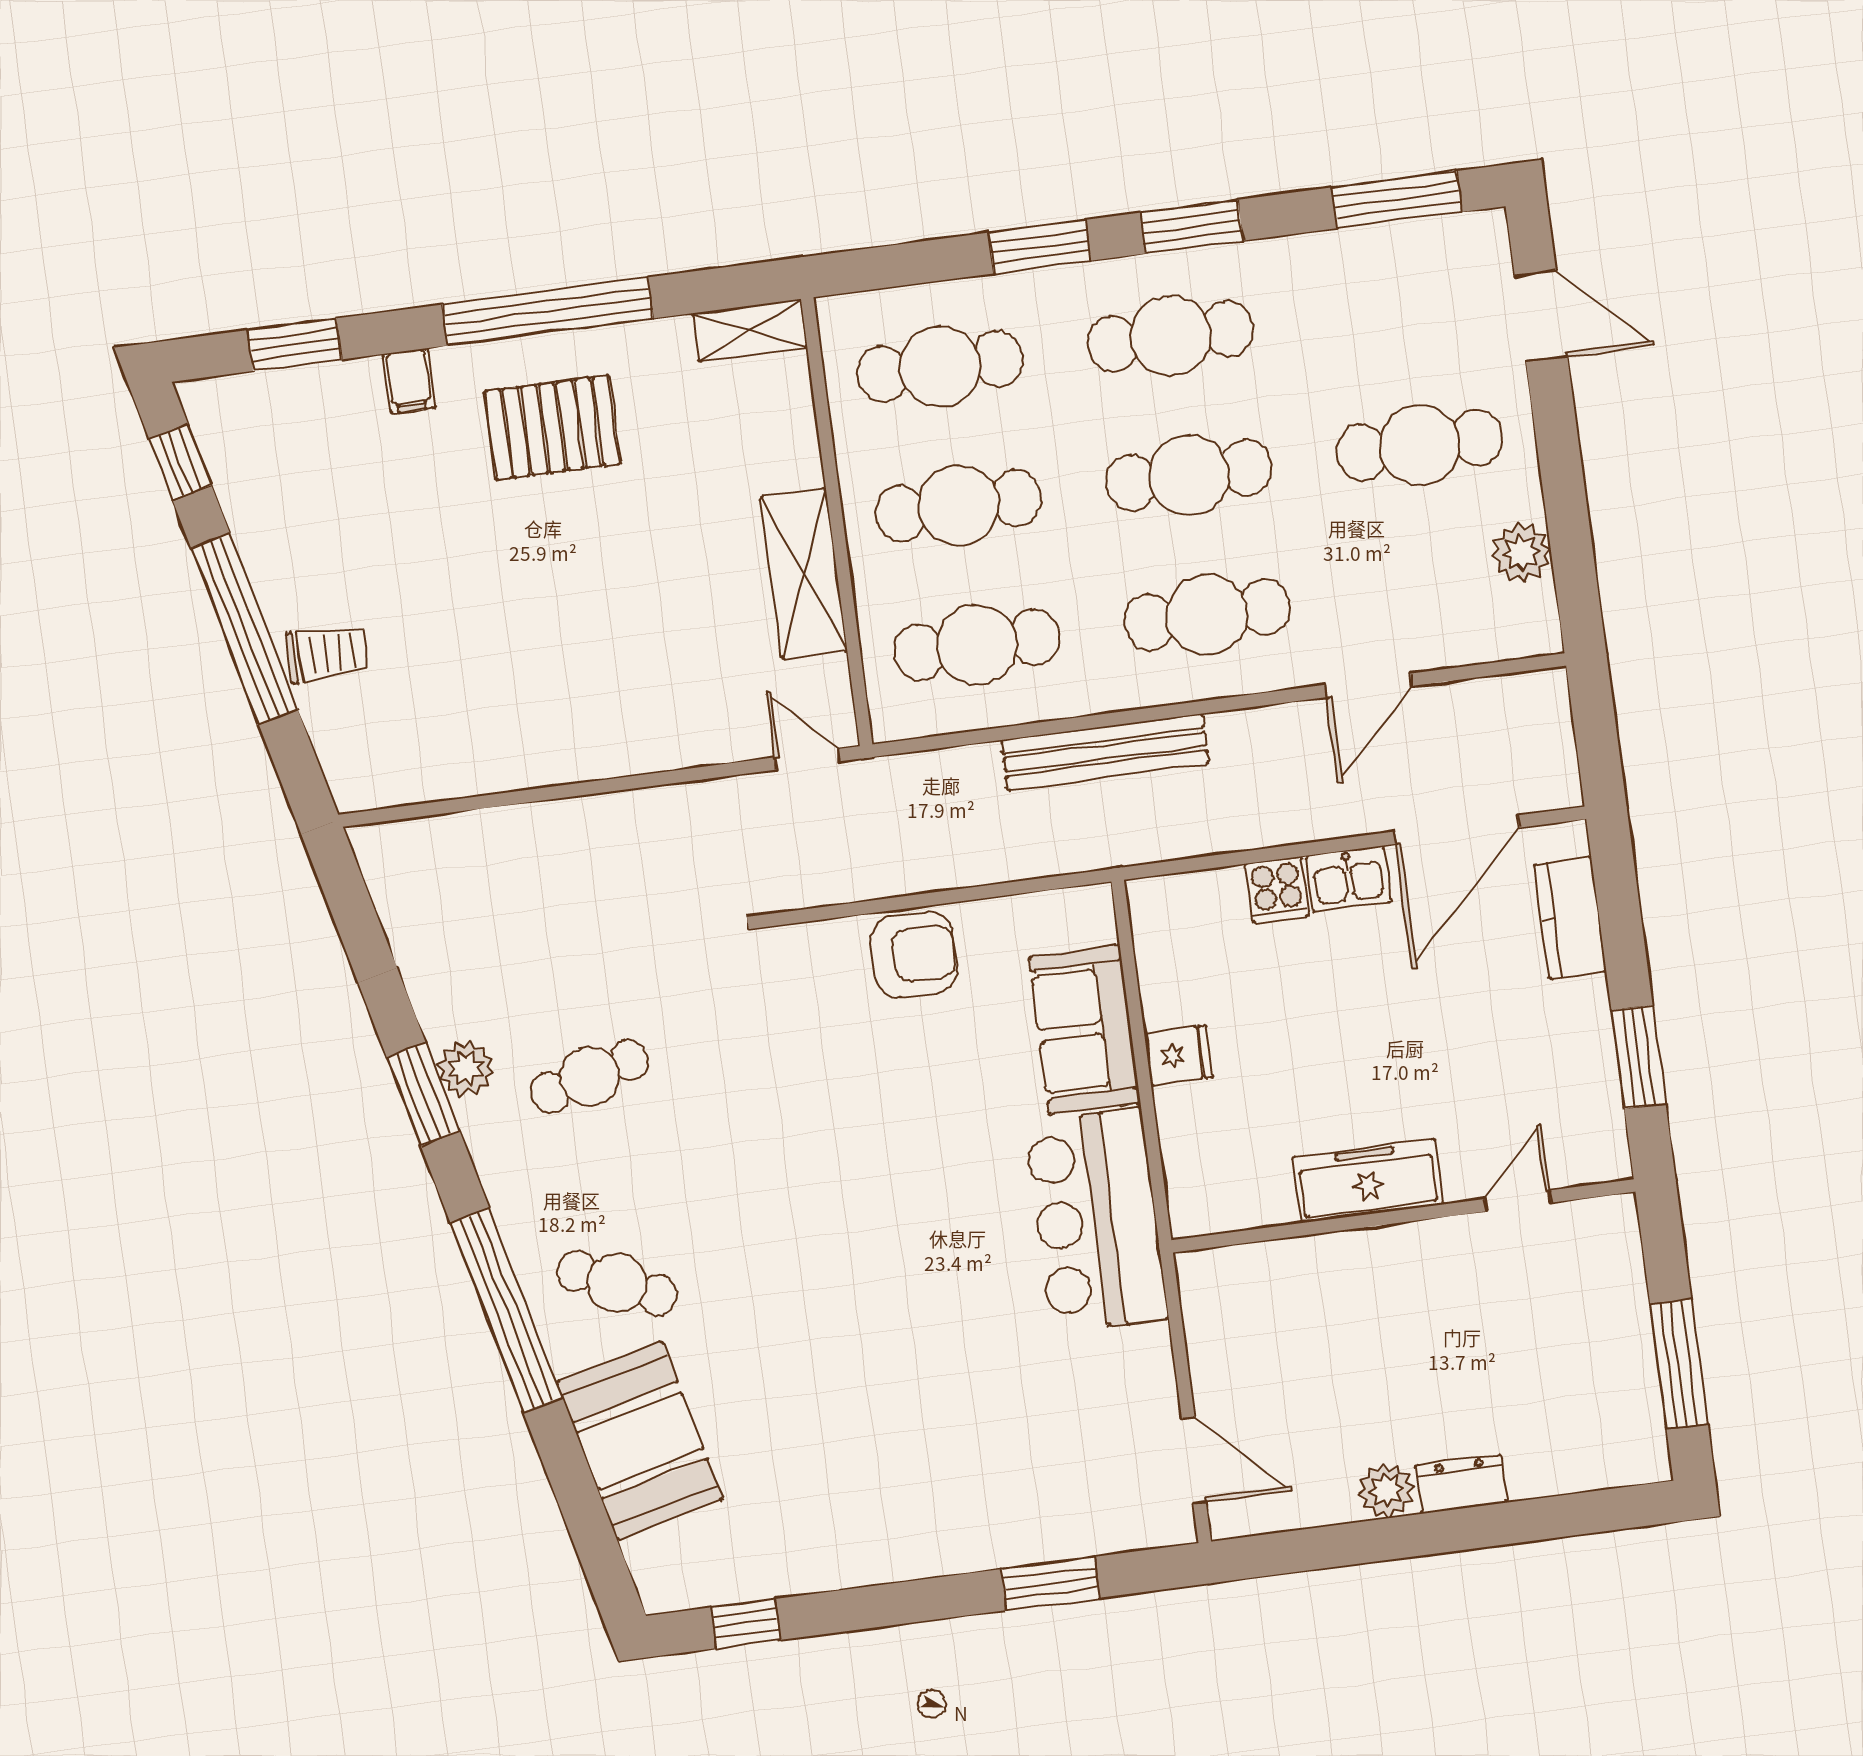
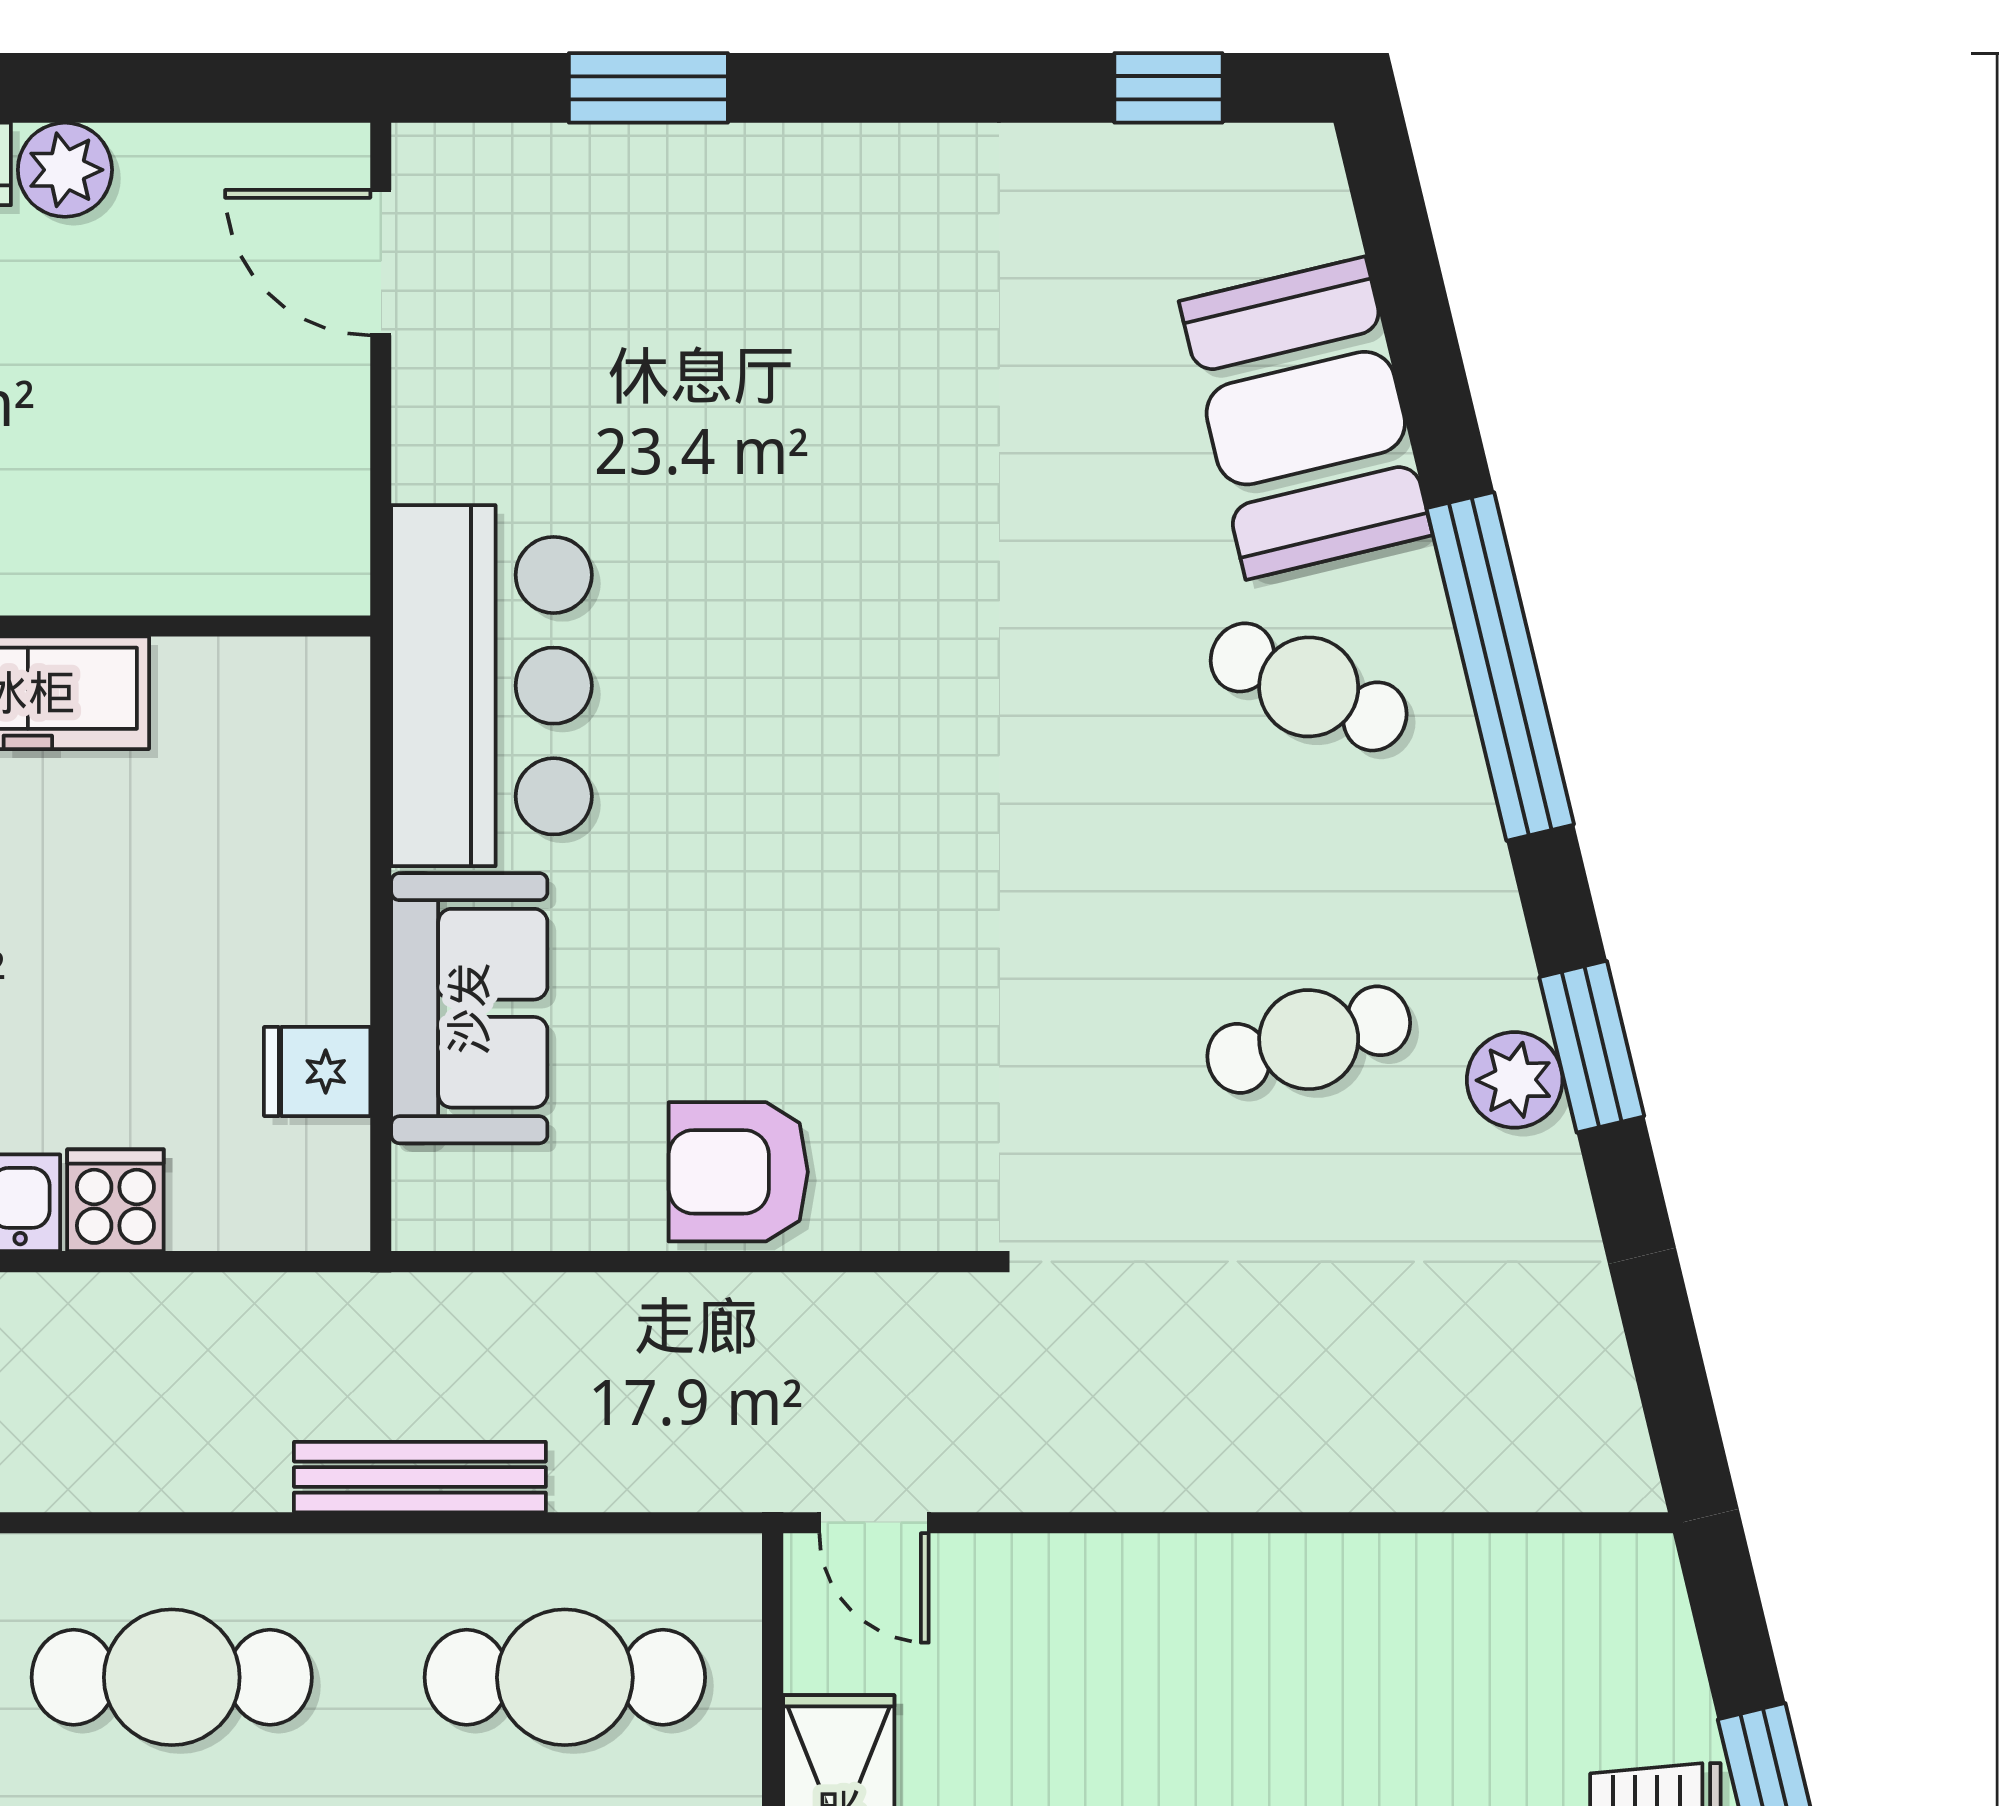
bench: (1105, 752) -> (420, 1477), width x0.73, depth x0.82
fridge: (1179, 1055) -> (317, 1072), moved

